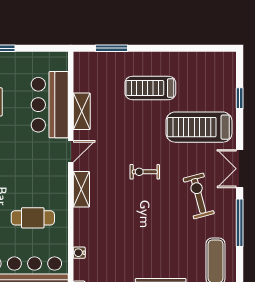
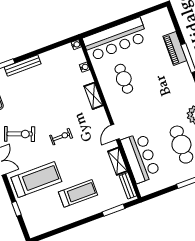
bench: (80, 74) -> (128, 186), added
shelving: (81, 189) -> (94, 96), moved
exercise bike: (199, 196) -> (20, 134), turned -54
cafe table: (33, 218) -> (124, 79), turned 90

